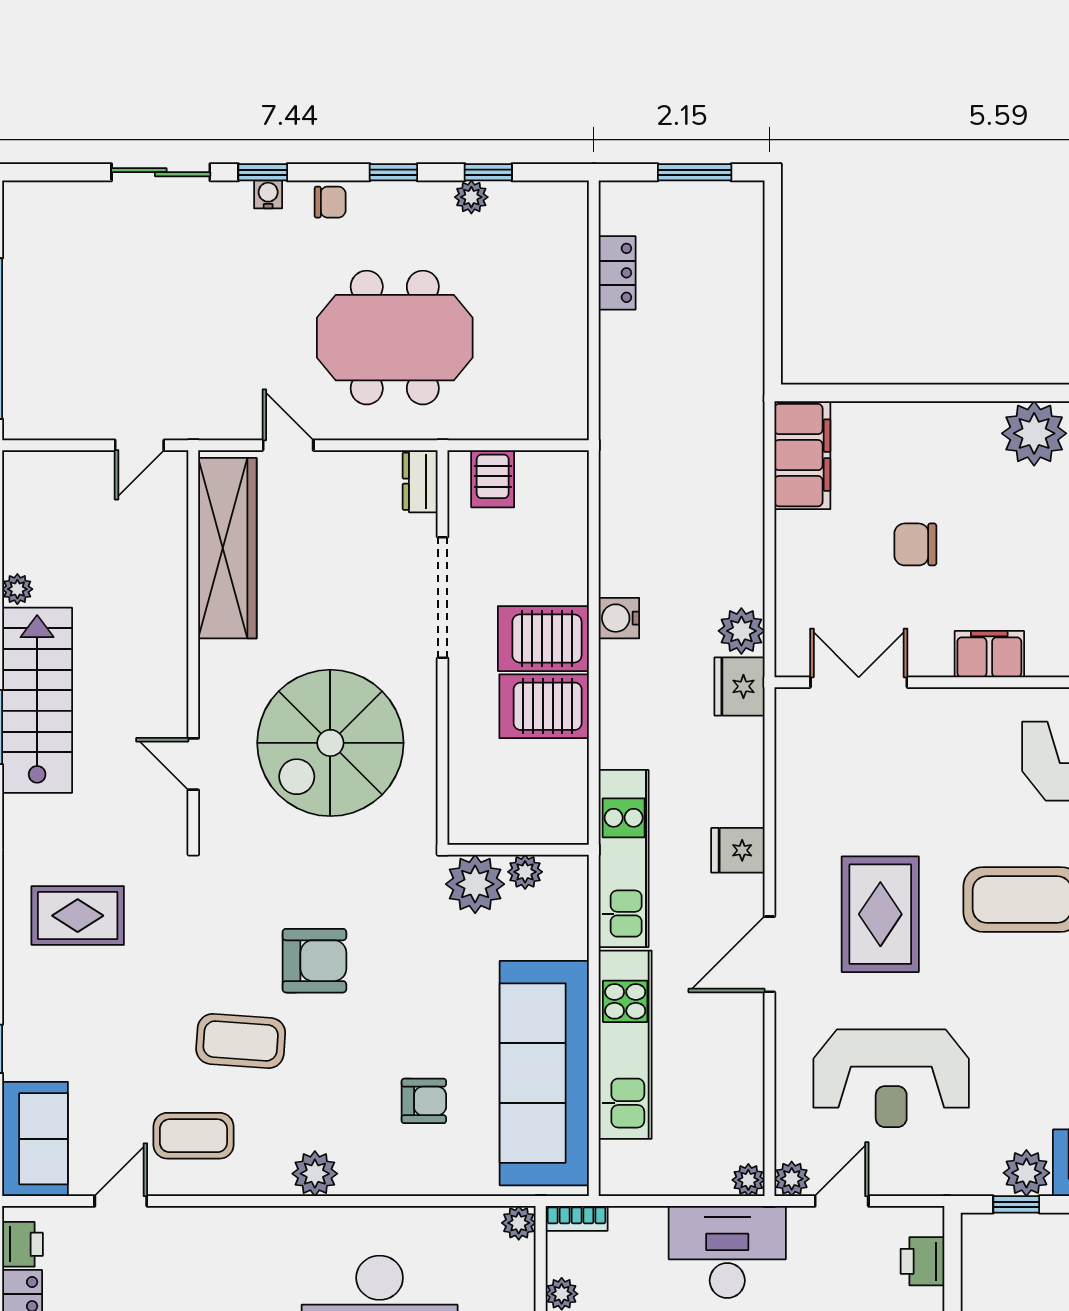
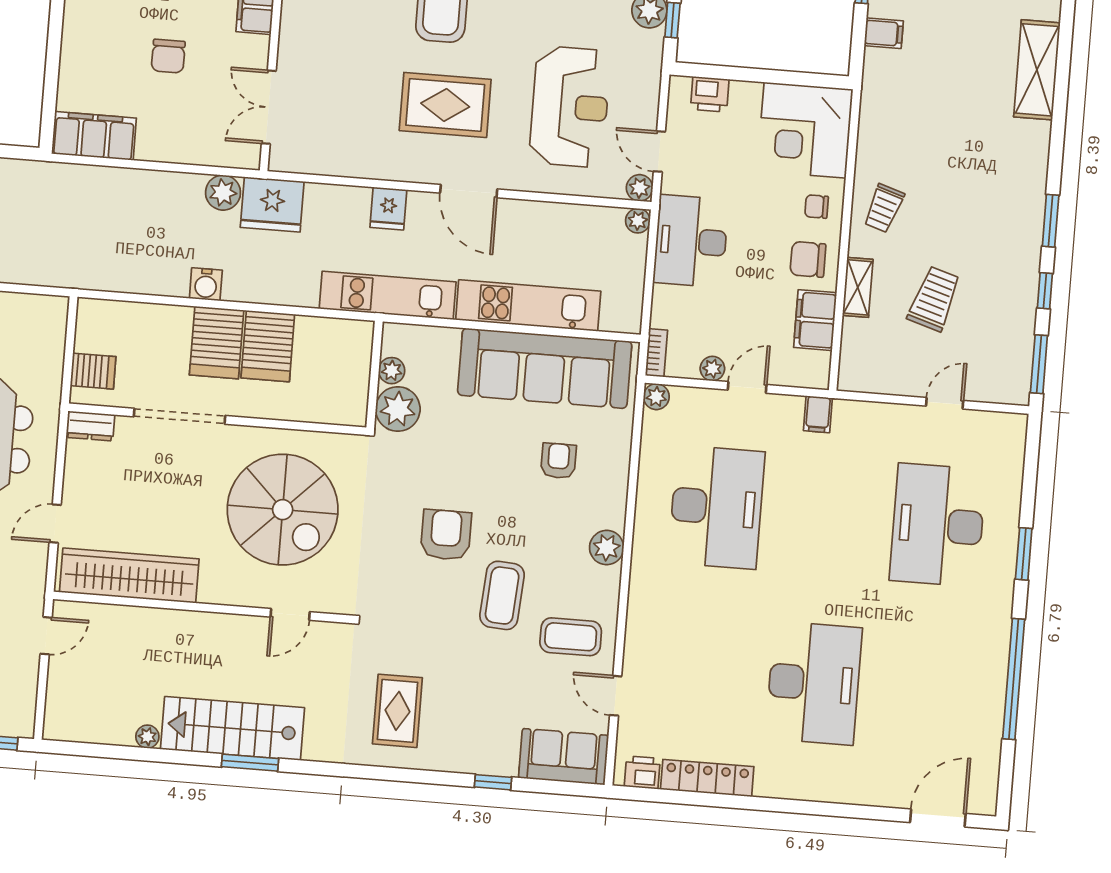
door: (139, 445) -> (46, 636), hinge flipped
fridge: (739, 686) -> (272, 204), width x1.36, depth x1.34
coffee table: (193, 1136) -> (571, 637), turned 90

